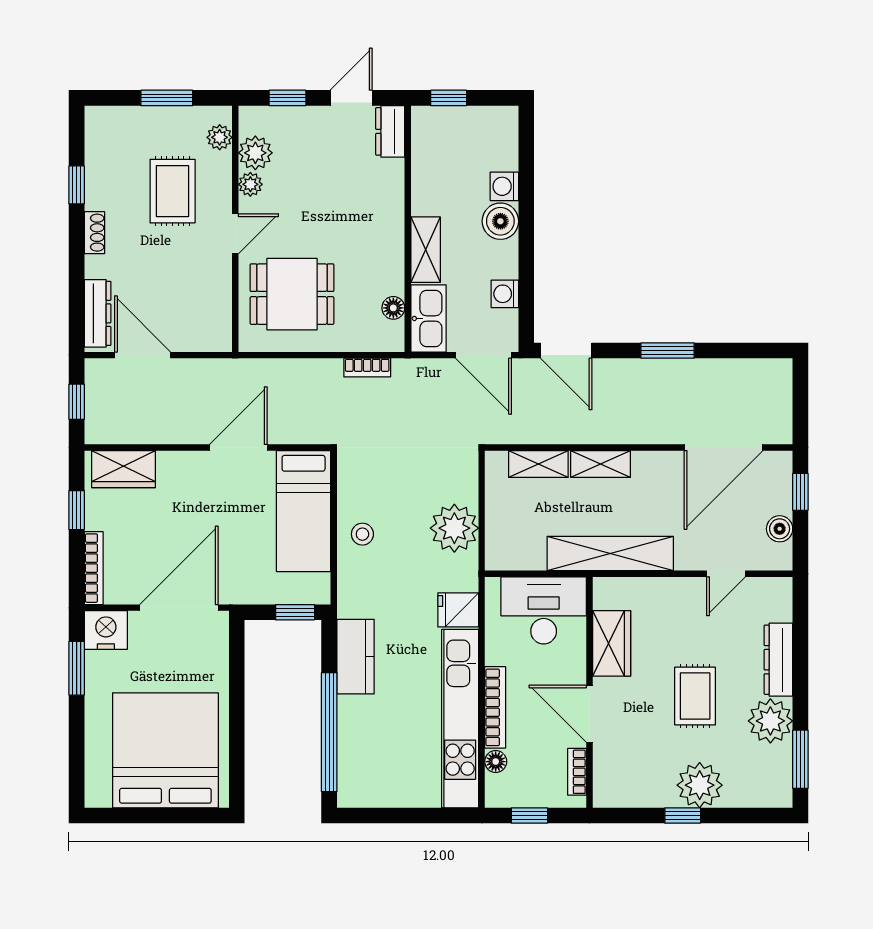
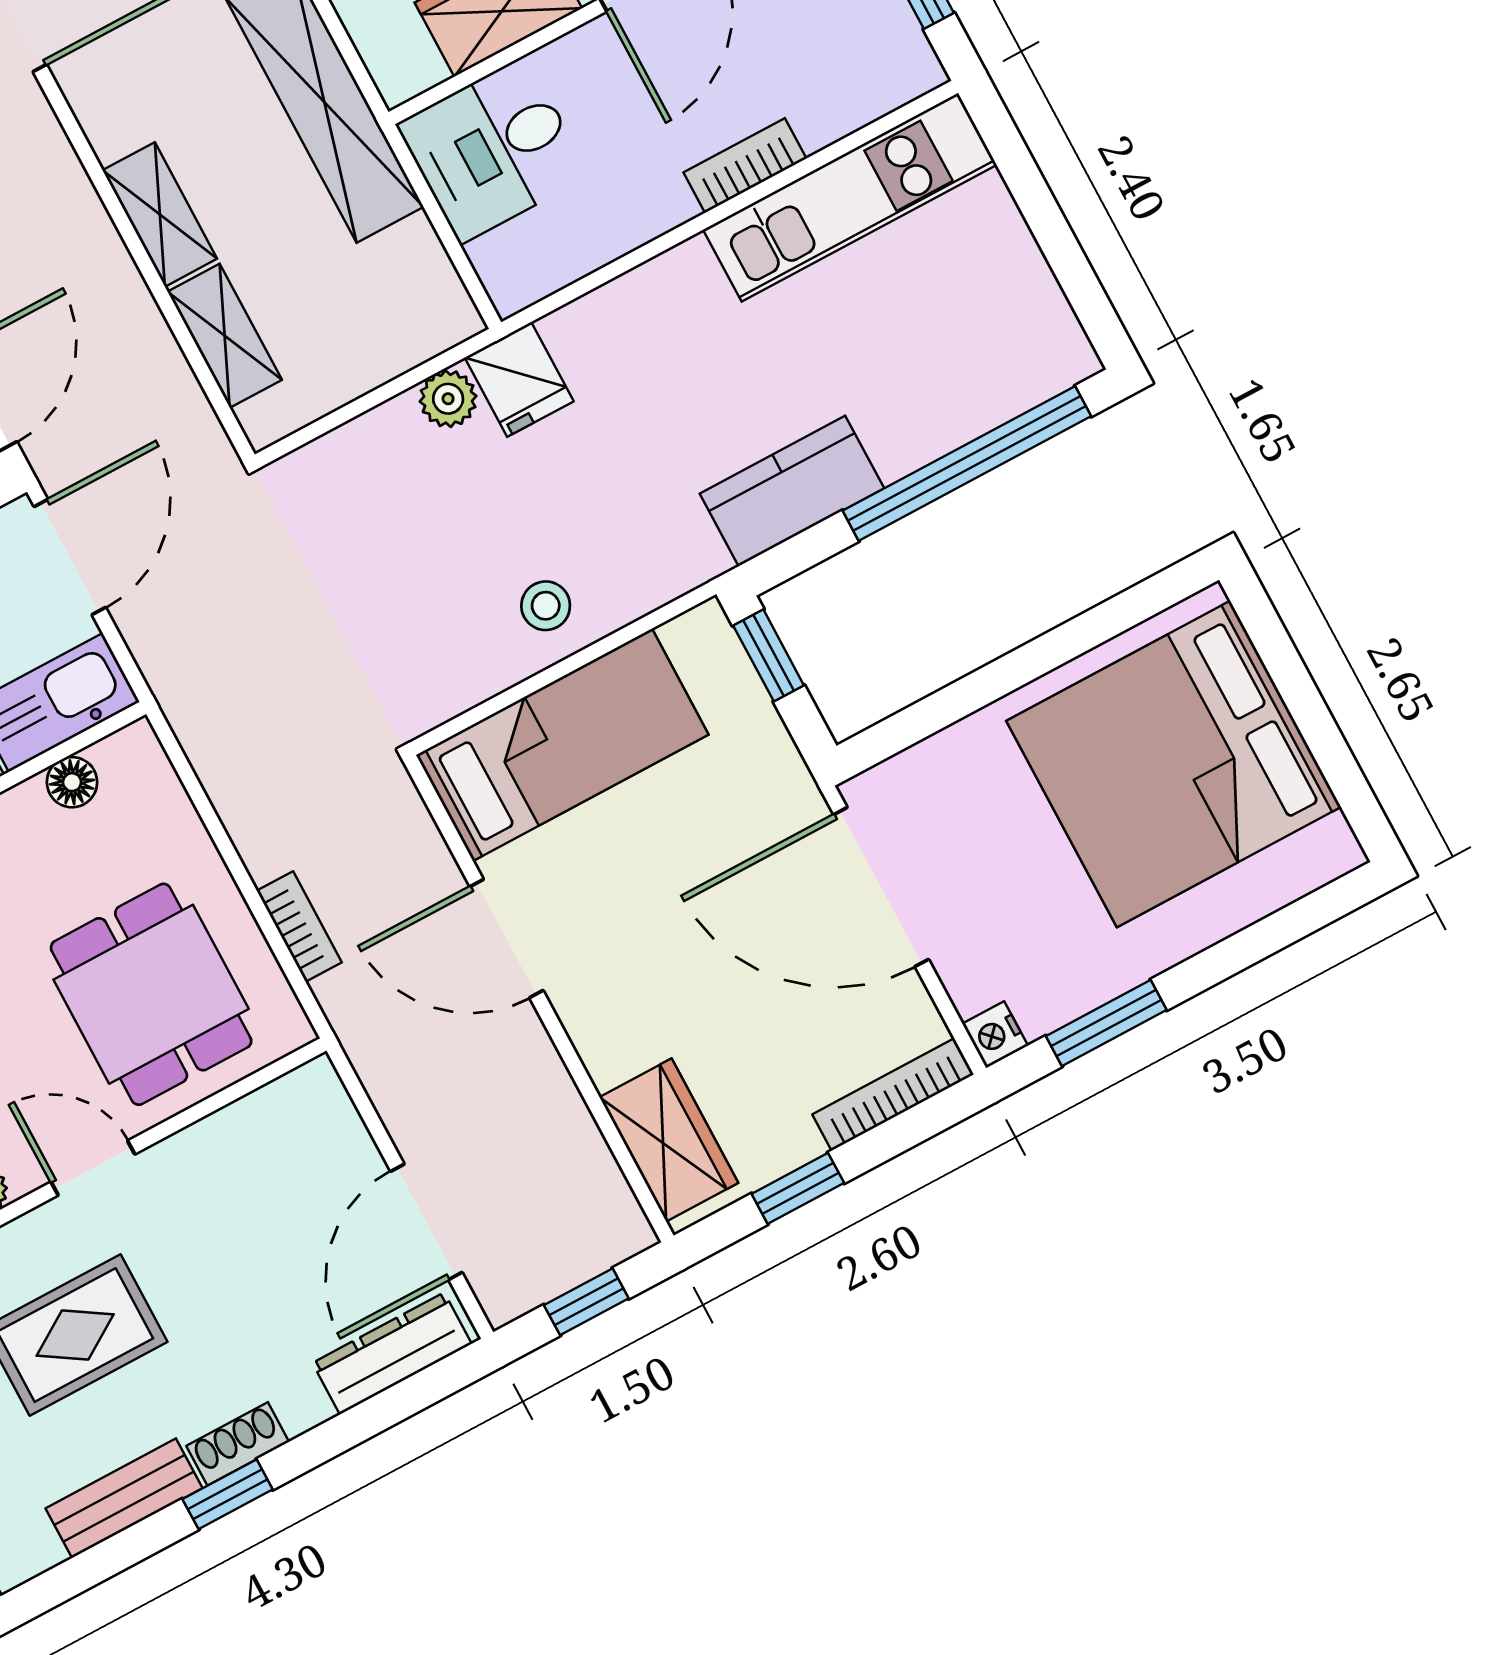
bench: (97, 176) -> (124, 1498), added
window: (77, 185) -> (228, 1494), moved
bookcase: (367, 368) -> (299, 927), moved
plant: (454, 528) -> (448, 399), width x0.53, depth x0.53
fridge: (458, 610) -> (519, 379), moved
desk: (544, 610) -> (493, 150), width x0.73
nightstand: (106, 630) -> (995, 1035), width x0.53, depth x0.56
bookcase: (495, 707) -> (745, 166), width x0.64
kitchen unit: (460, 719) -> (850, 197), width x0.73
floor lamp: (496, 762) -> (850, 108), removed

